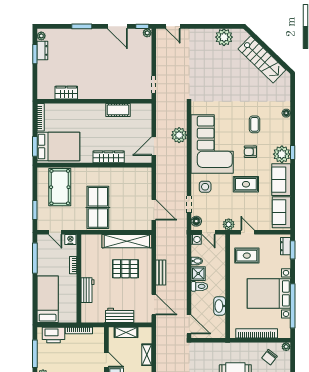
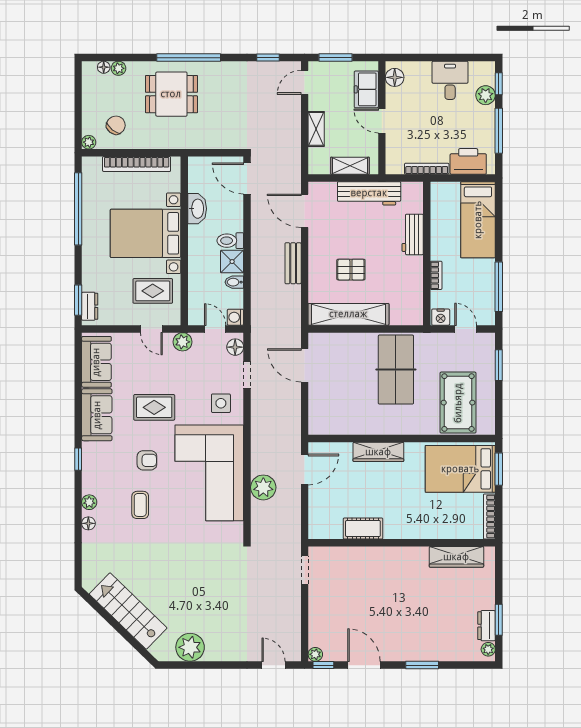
wardrobe: (66, 93) -> (456, 557), width x1.50
plant: (282, 154) -> (89, 502), moved, width x0.53, depth x0.53
pallet: (125, 269) -> (351, 270), width x0.67, depth x0.71
bed with nightstands: (269, 293) -> (145, 233), moved, turned 180
workbench: (120, 315) -> (369, 193), width x1.38

